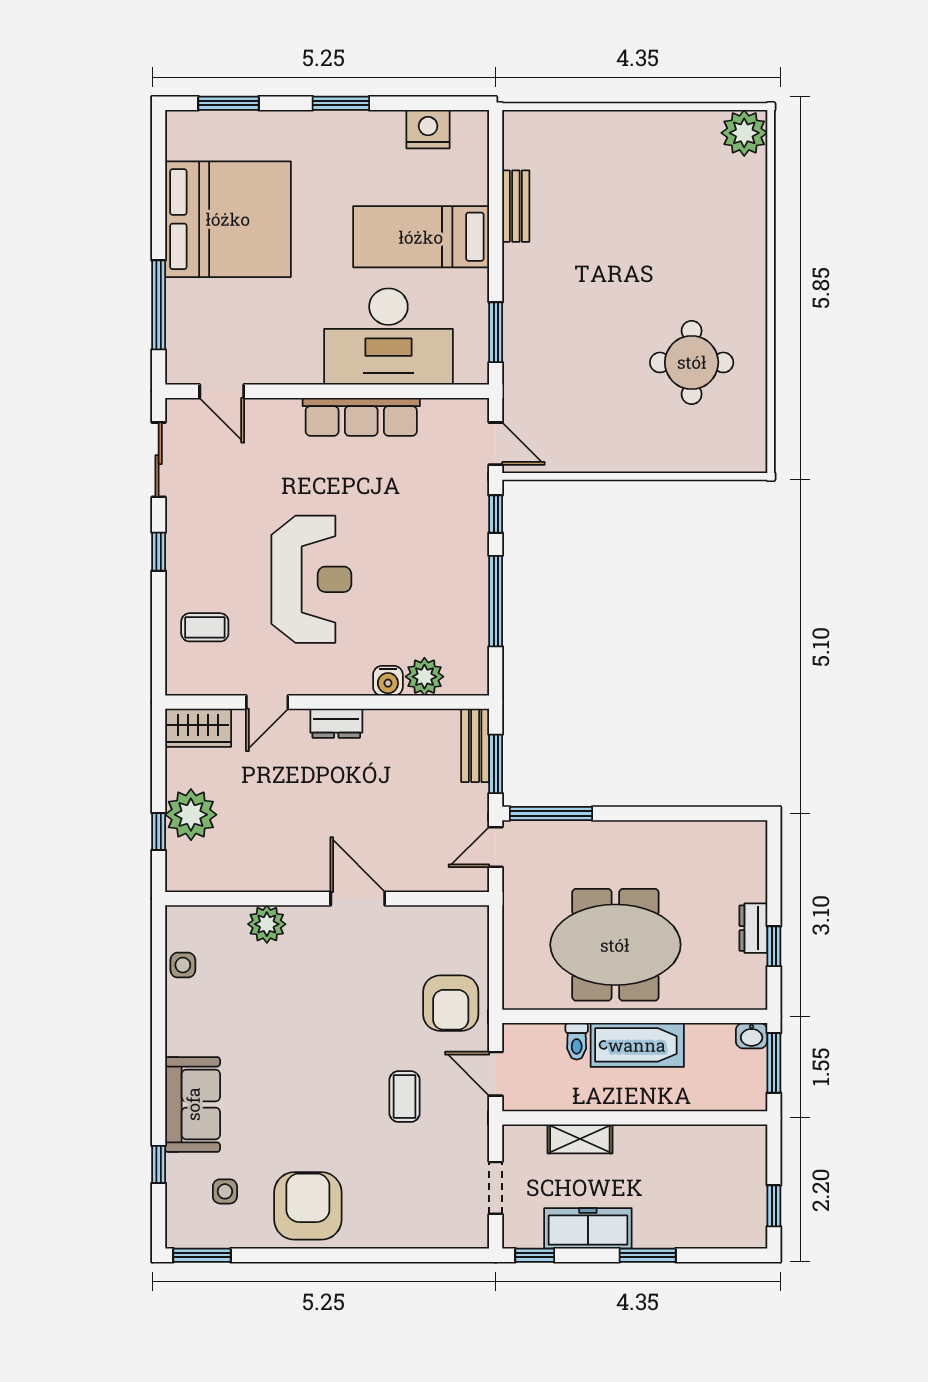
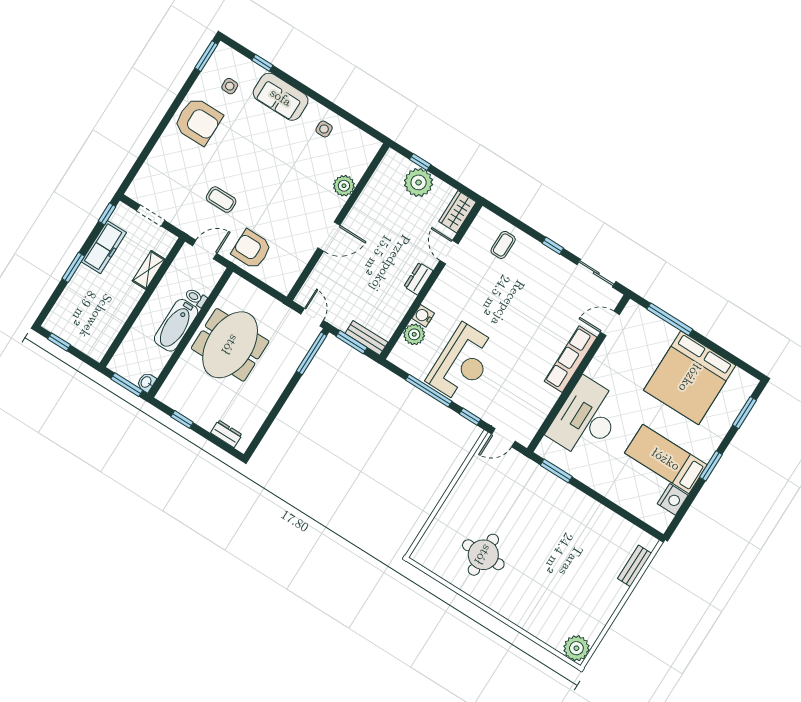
bench: (516, 206) -> (635, 566), moved, turned 90
bed: (421, 237) -> (666, 459), moved, turned -90
row of seats: (361, 417) -> (571, 359), moved
reception desk: (311, 579) -> (462, 363), moved, turned -90
dresser: (753, 928) -> (226, 434), moved
side table: (183, 965) -> (324, 129), moved

